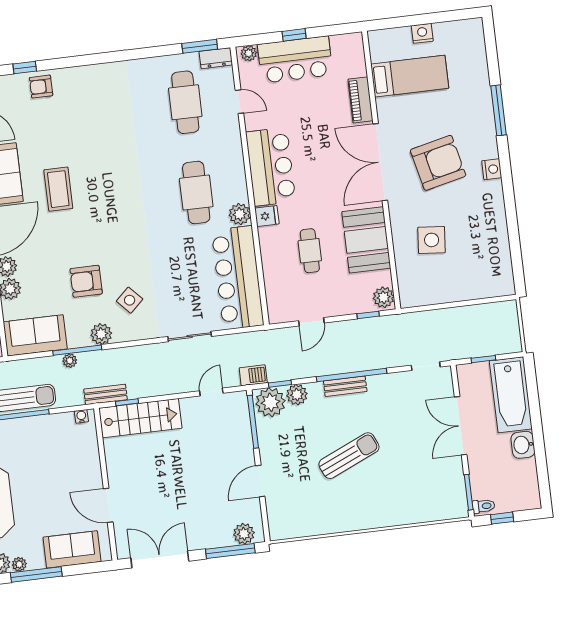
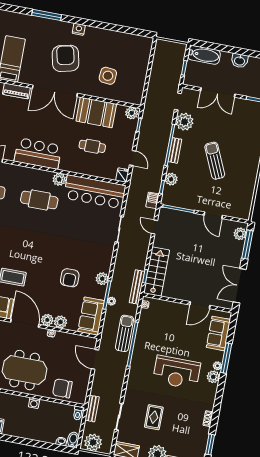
fridge: (267, 216) -> (122, 175), moved
side table: (130, 300) -> (88, 257), removed
bench: (106, 394) -> (137, 287), width x1.36
bathtub: (511, 395) -> (204, 55), width x0.73, depth x0.73
plant: (270, 402) -> (185, 122), moved

